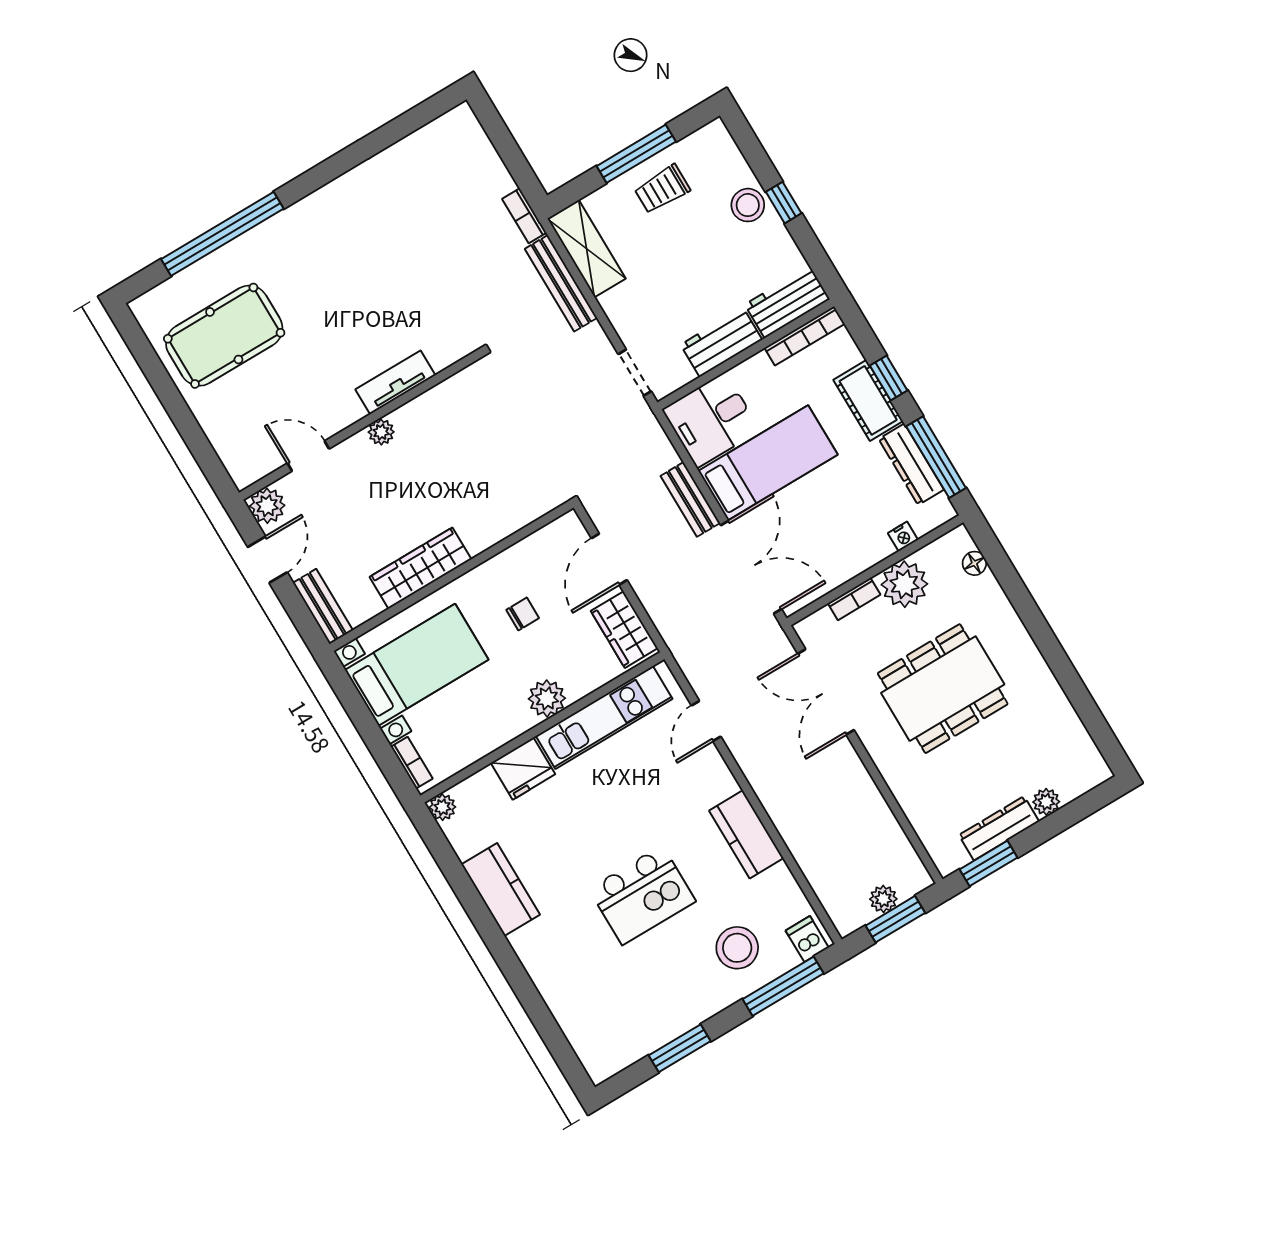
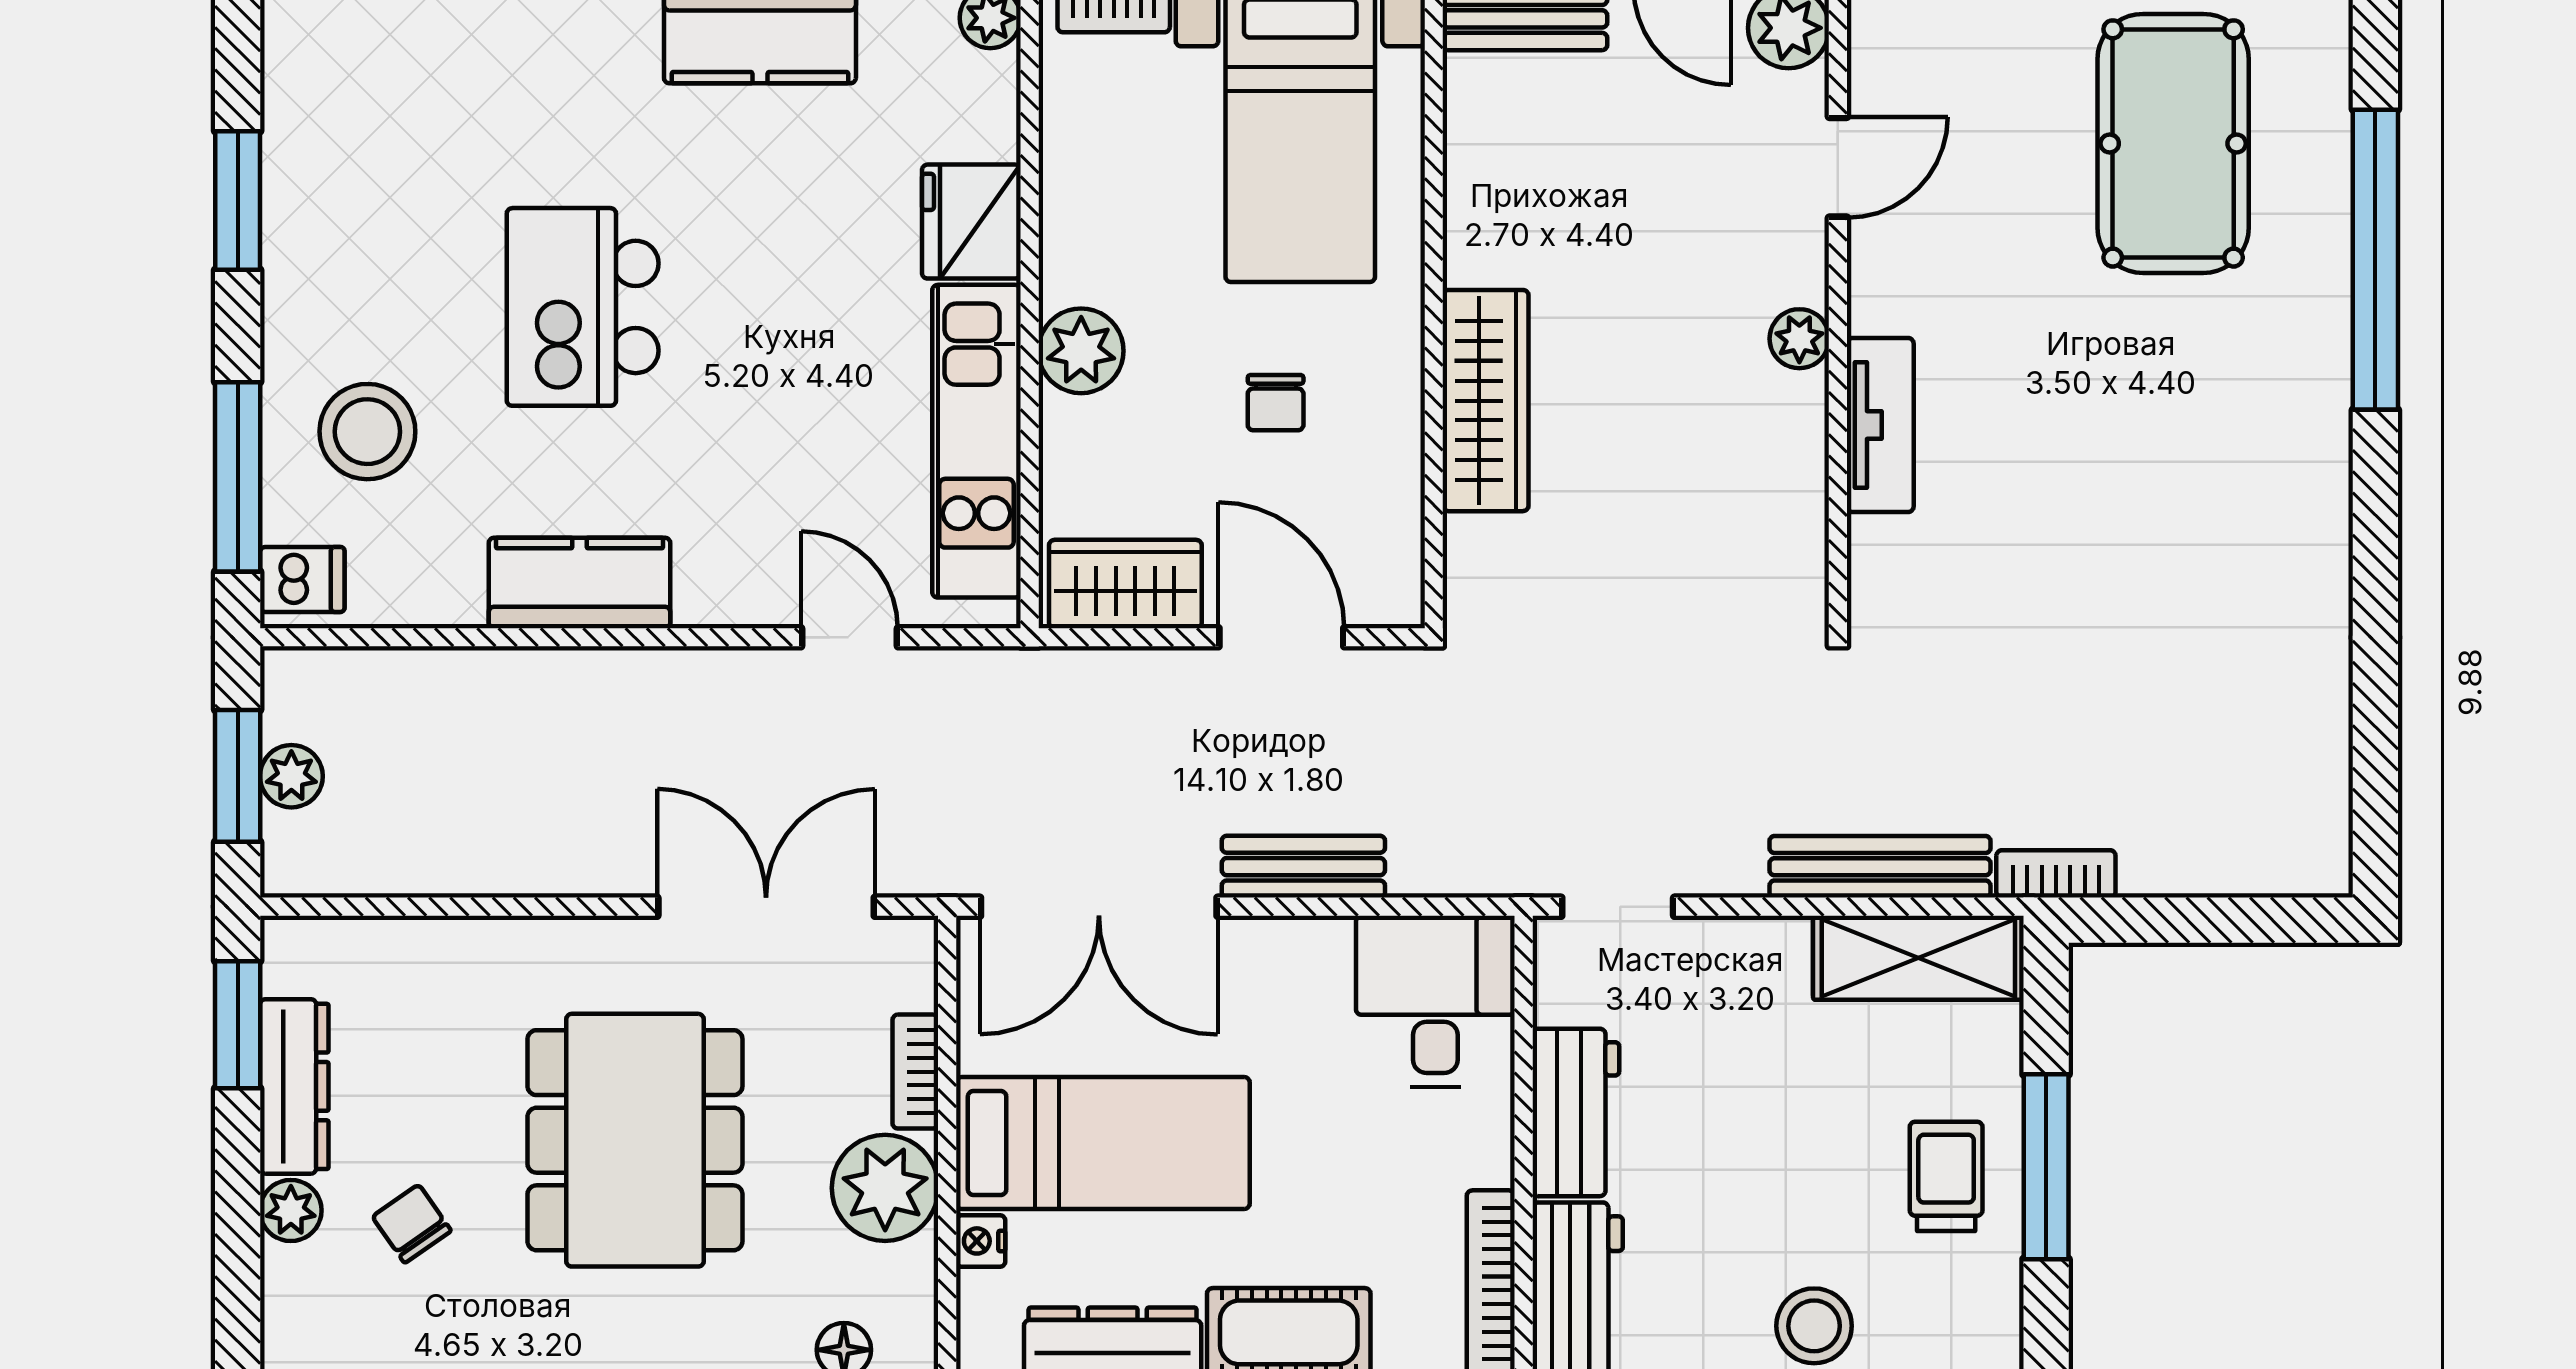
bed: (768, 463) -> (1103, 1143), moved, turned -90
wardrobe: (420, 568) -> (1486, 401), moved
chair: (1024, 754) -> (412, 1224), added

